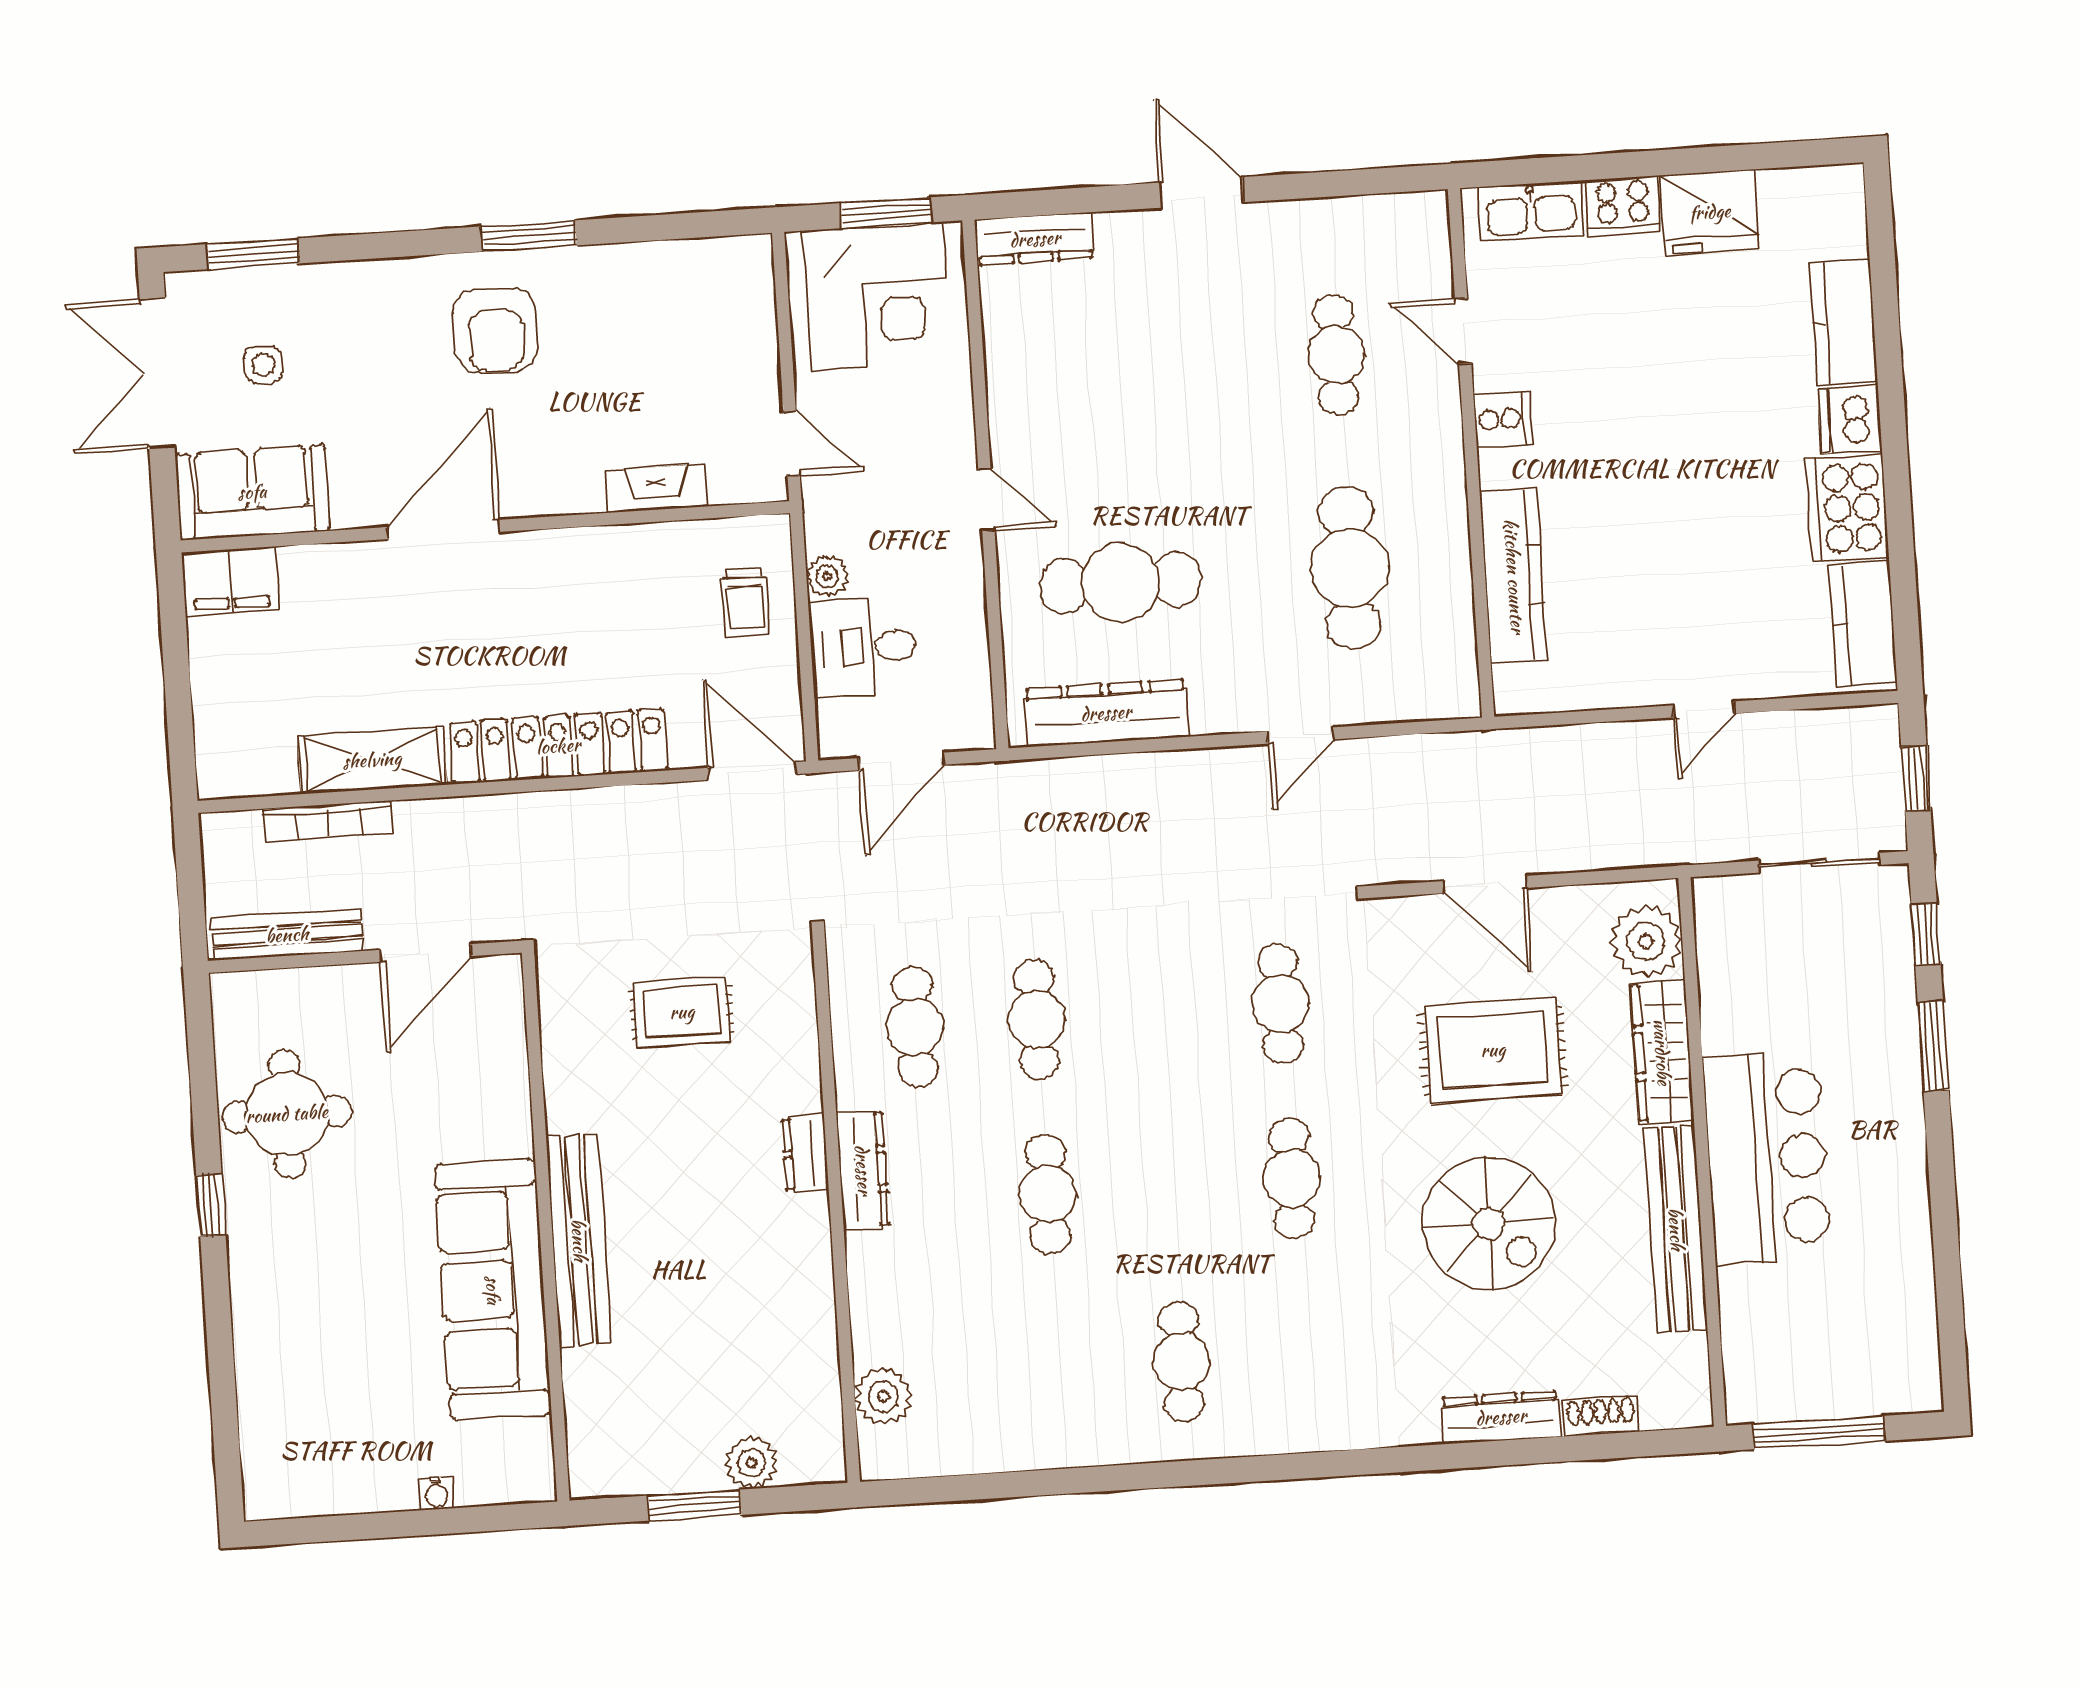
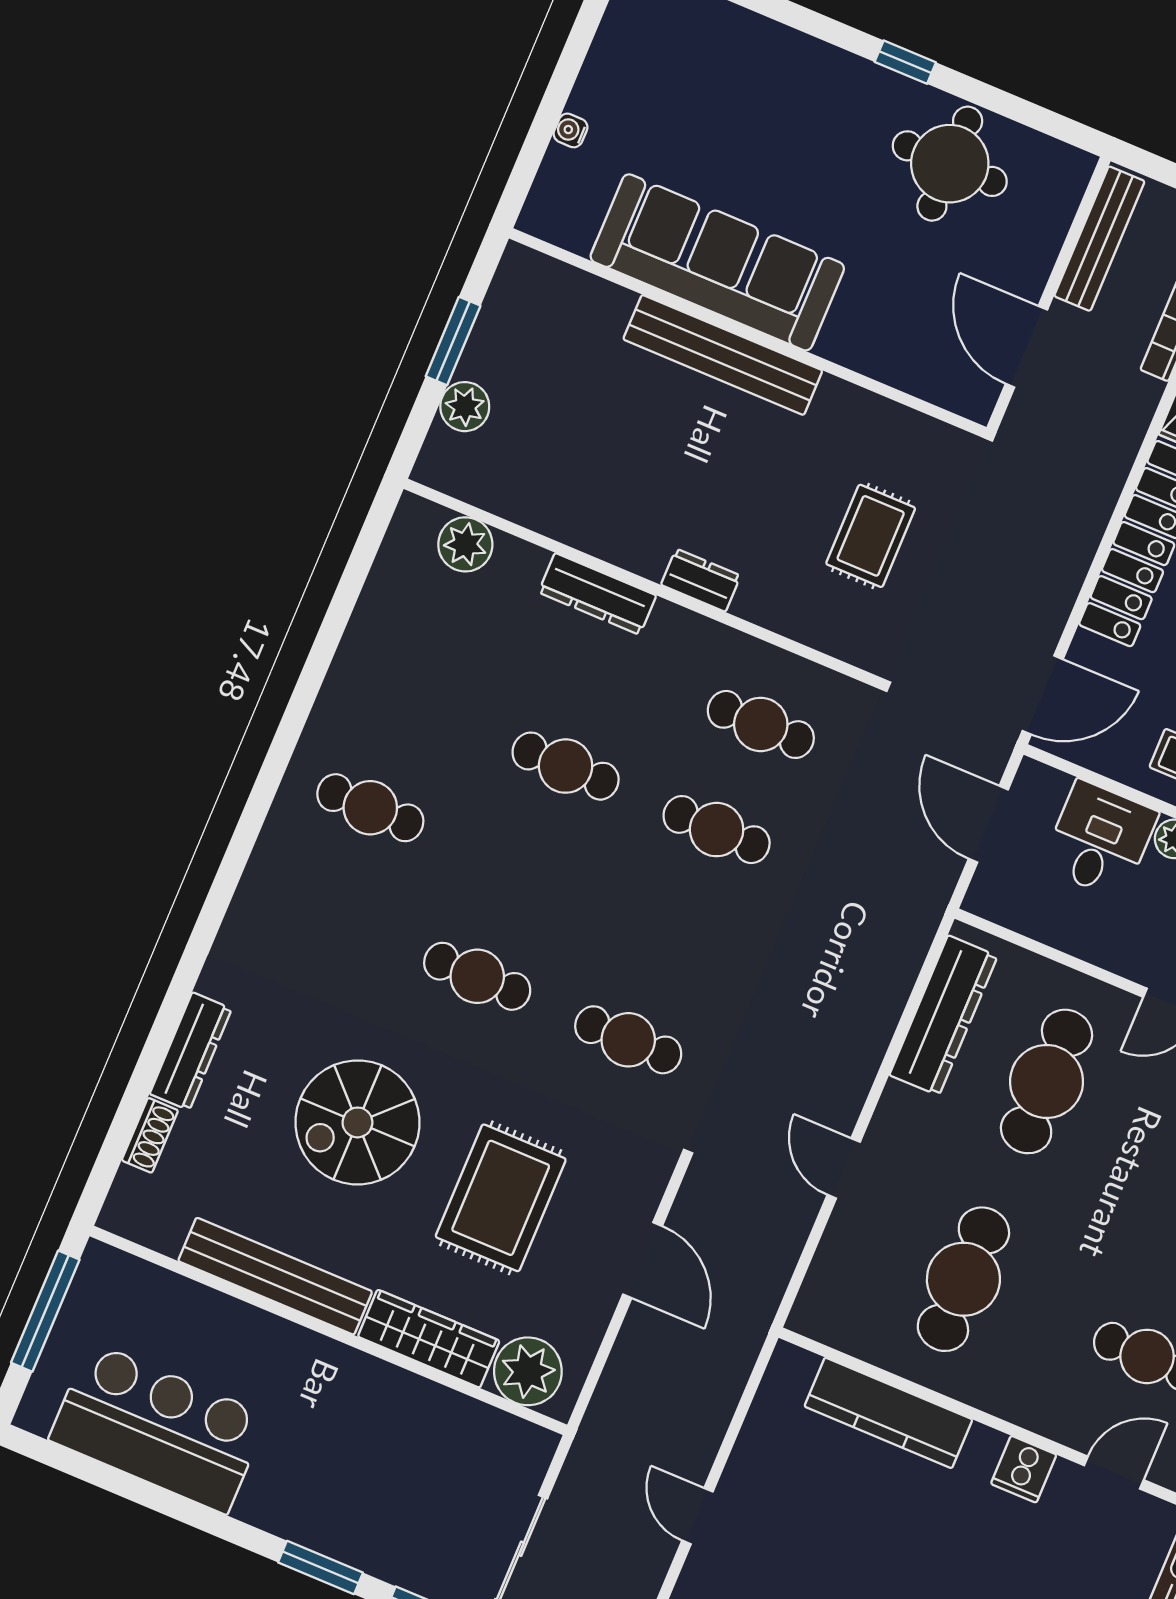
cafe table: (1350, 568) -> (963, 1279), turned 90
door: (1485, 884) -> (642, 1260), swing flipped
bar counter: (1767, 1158) -> (158, 1428), moved, turned 180
dresser: (863, 1170) -> (597, 594), moved

